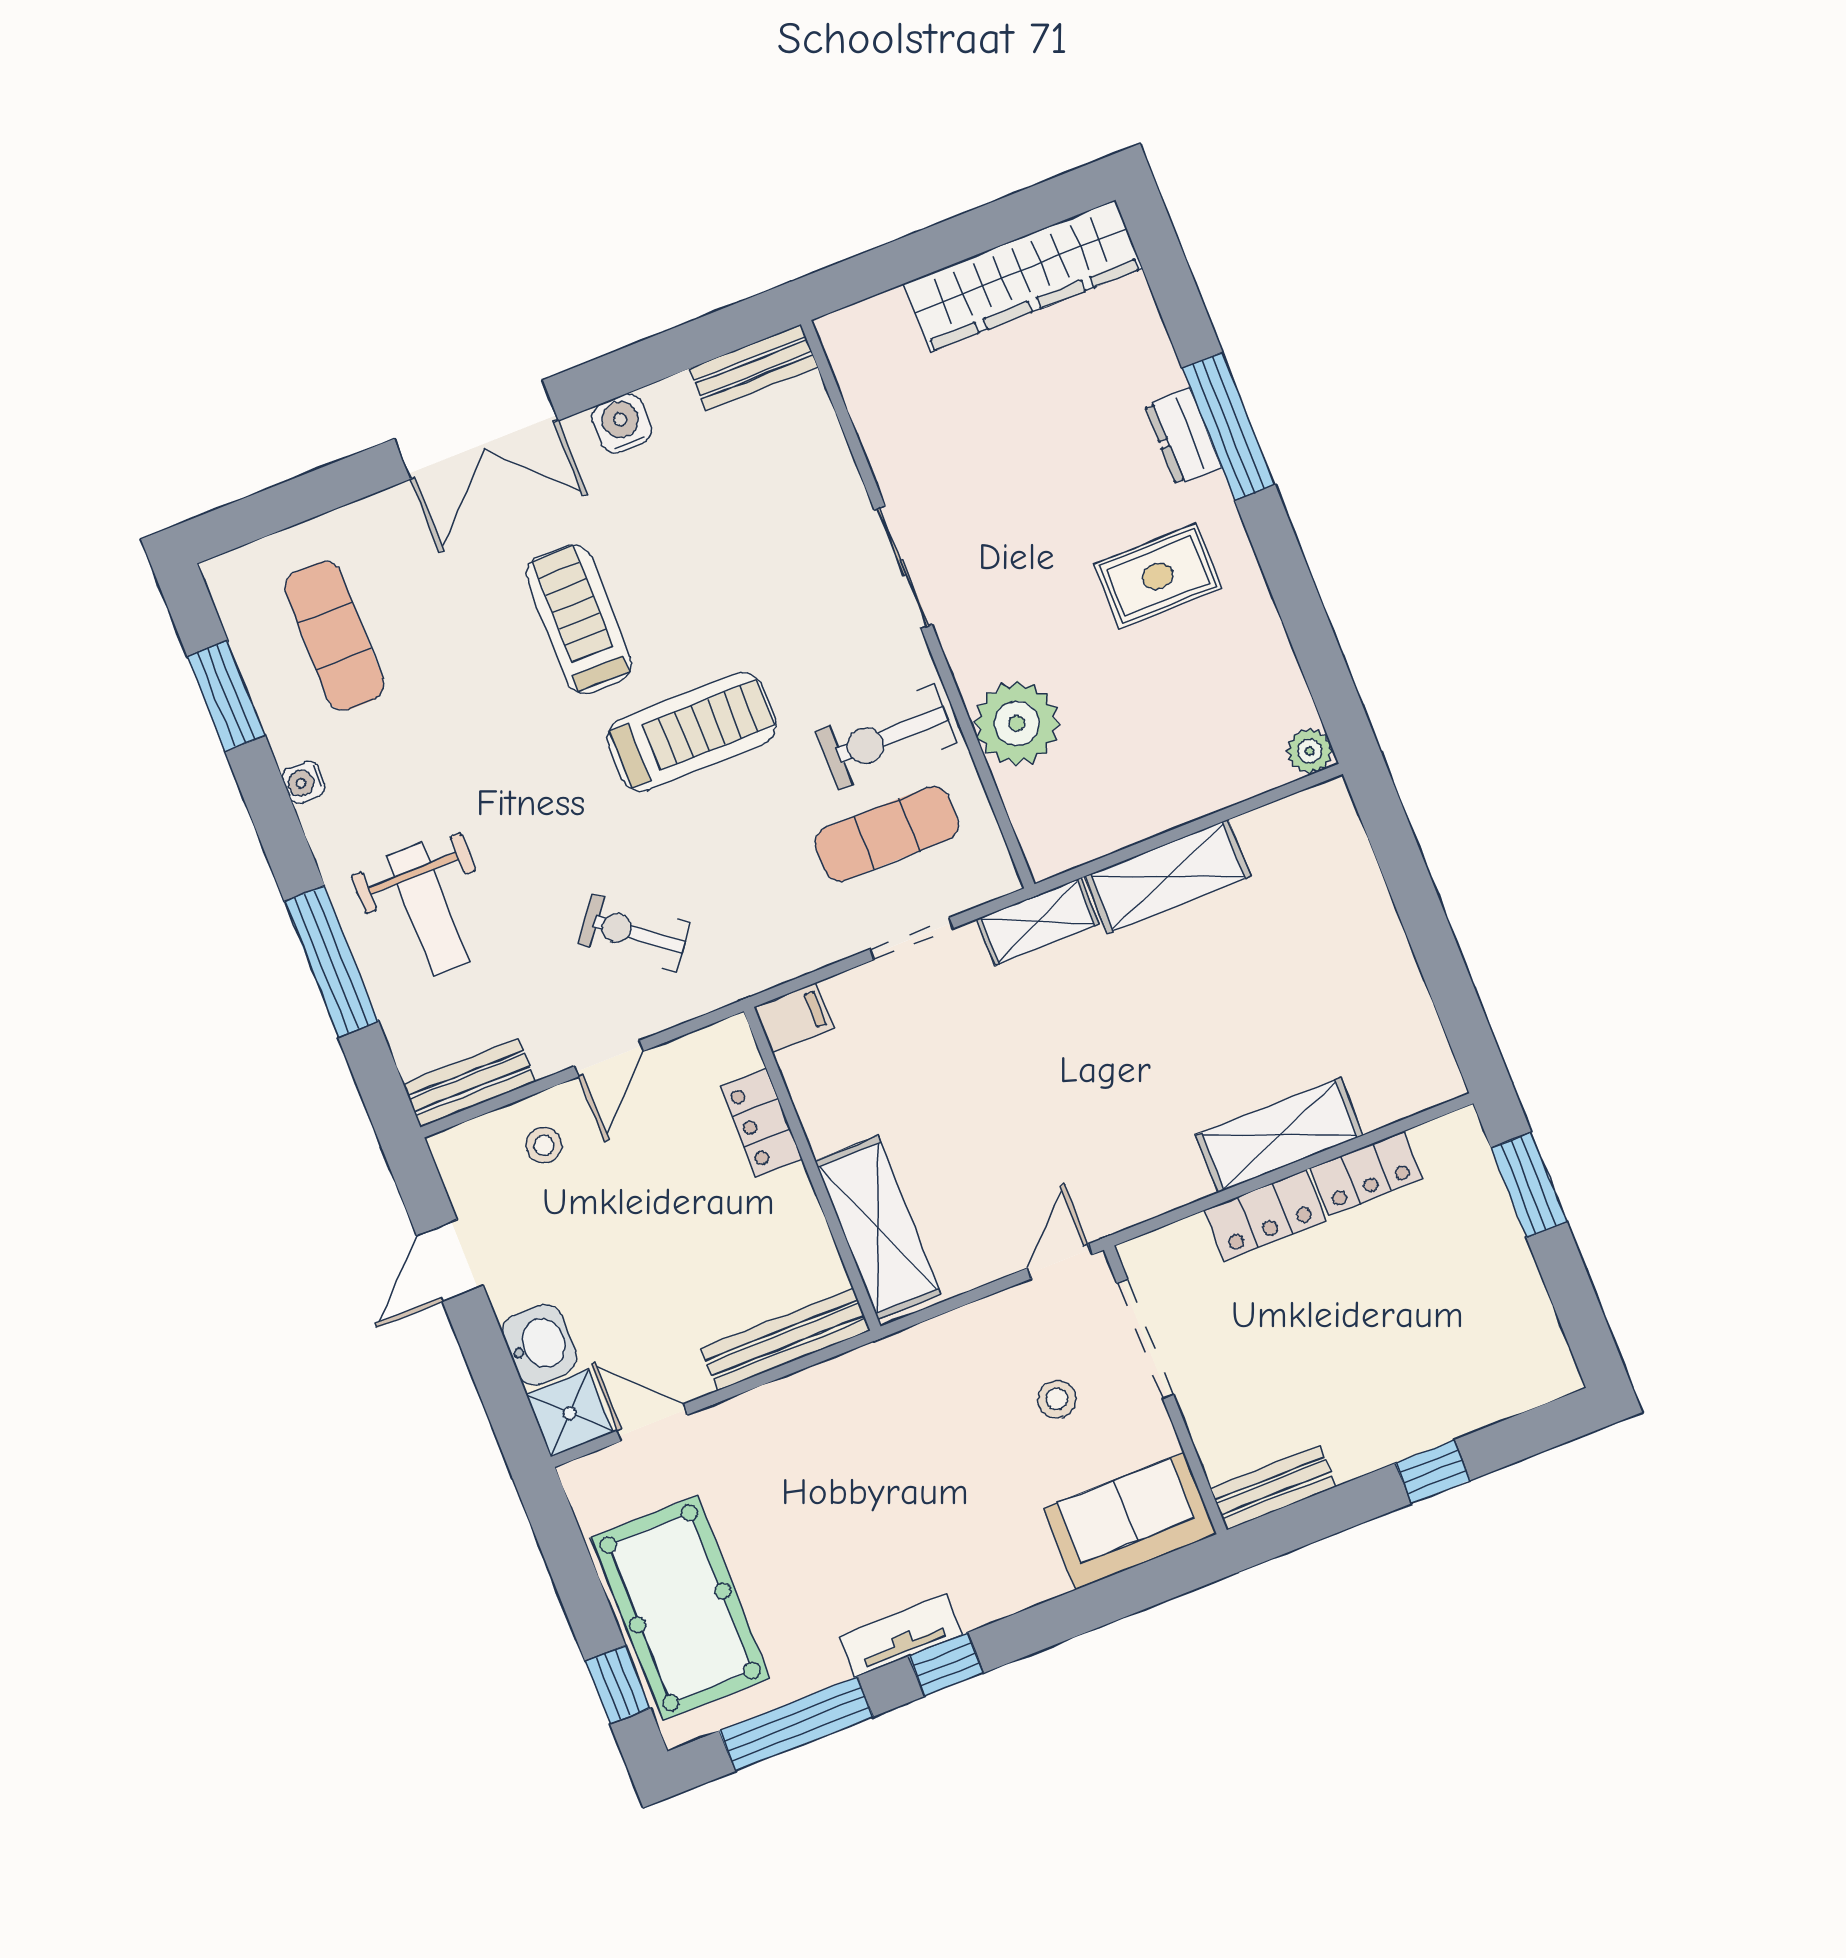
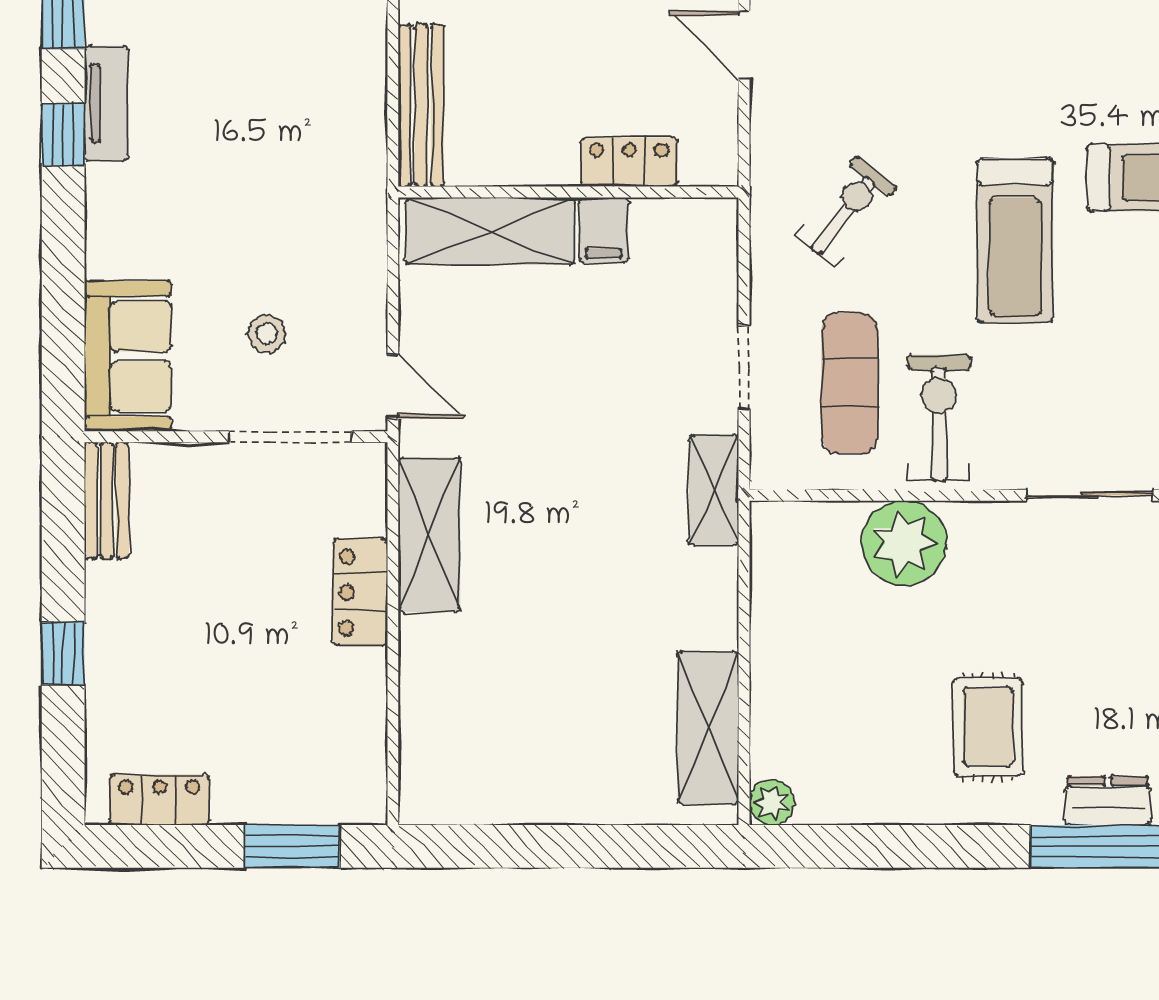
shelving: (1168, 876) -> (708, 728), moved
exercise bike: (634, 933) -> (846, 211), moved
filing cabinet: (794, 1018) -> (604, 230), moved
shelving: (1279, 1135) -> (429, 535), moved
locker: (1366, 1173) -> (159, 800), moved, turned 90

